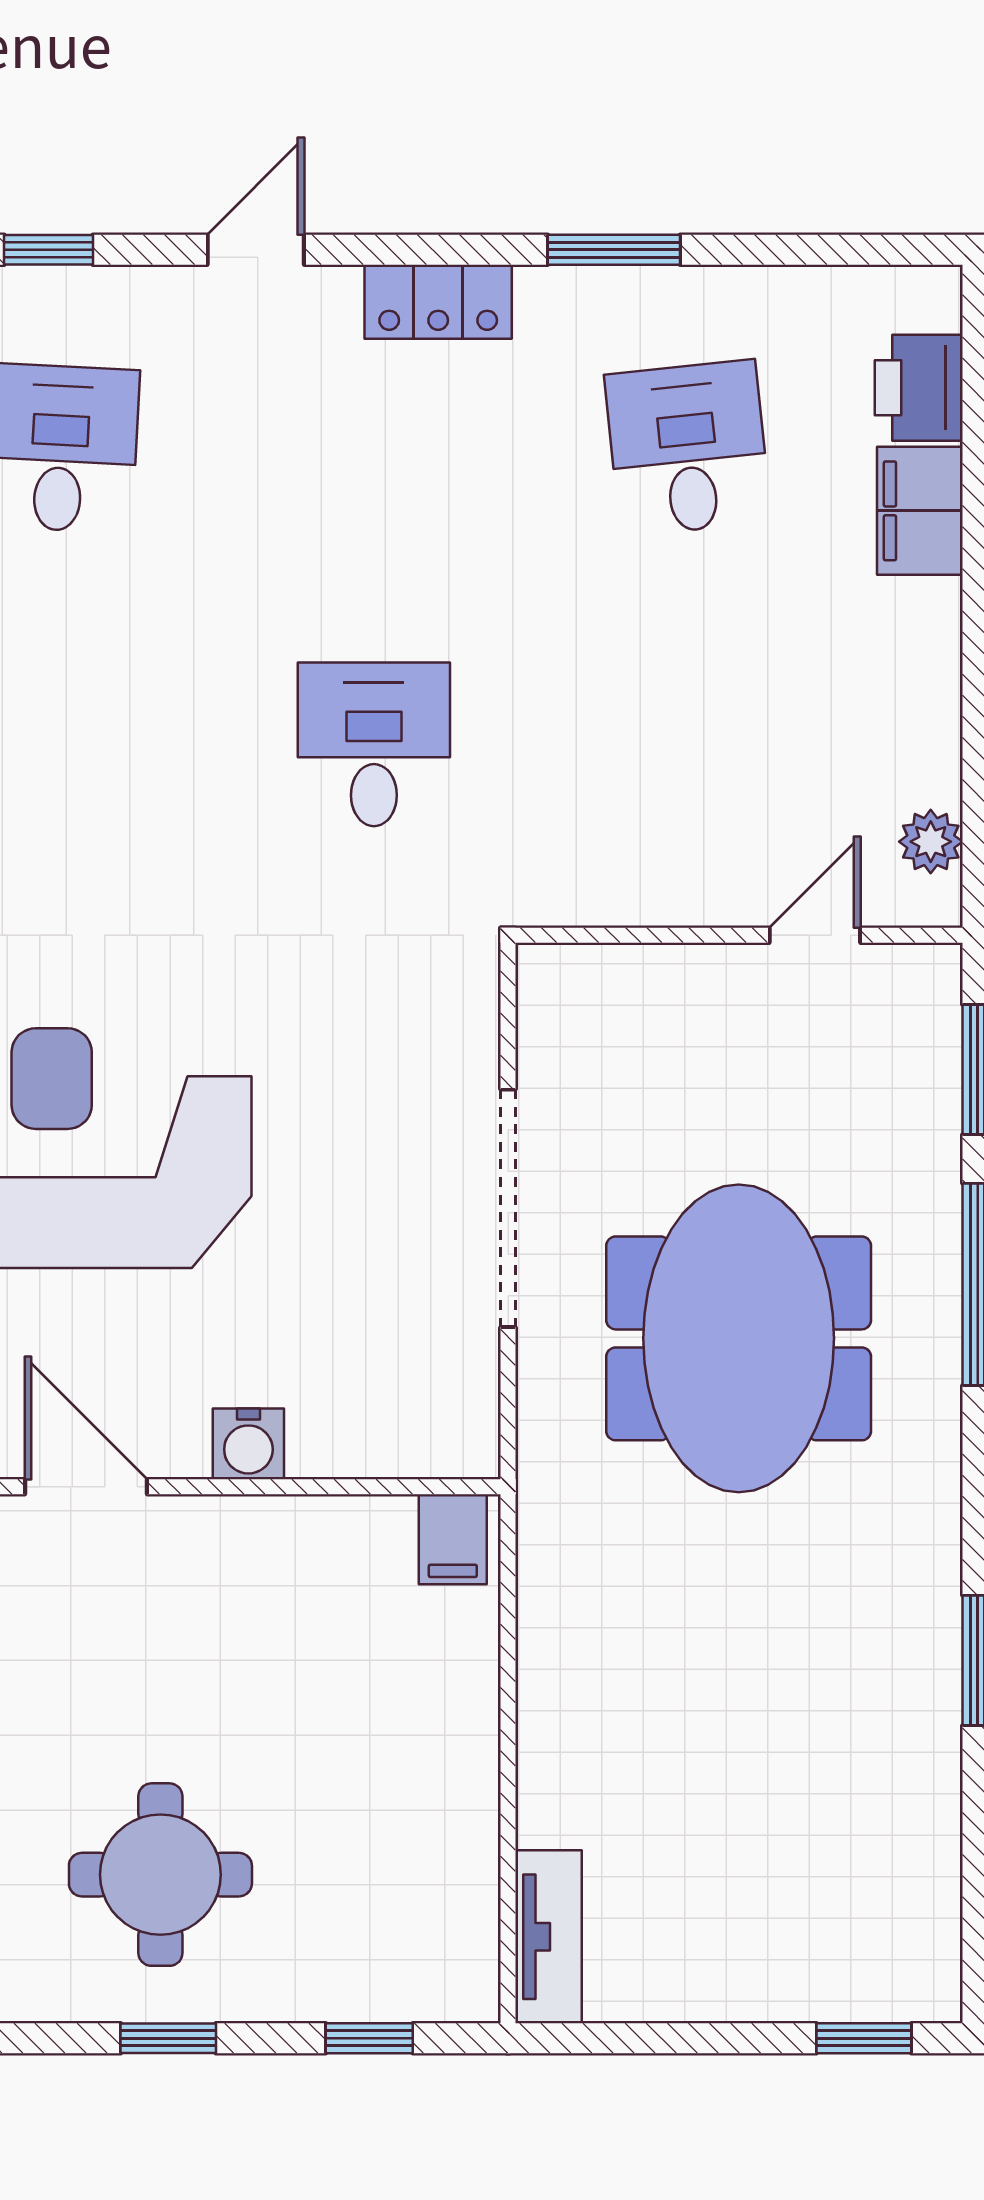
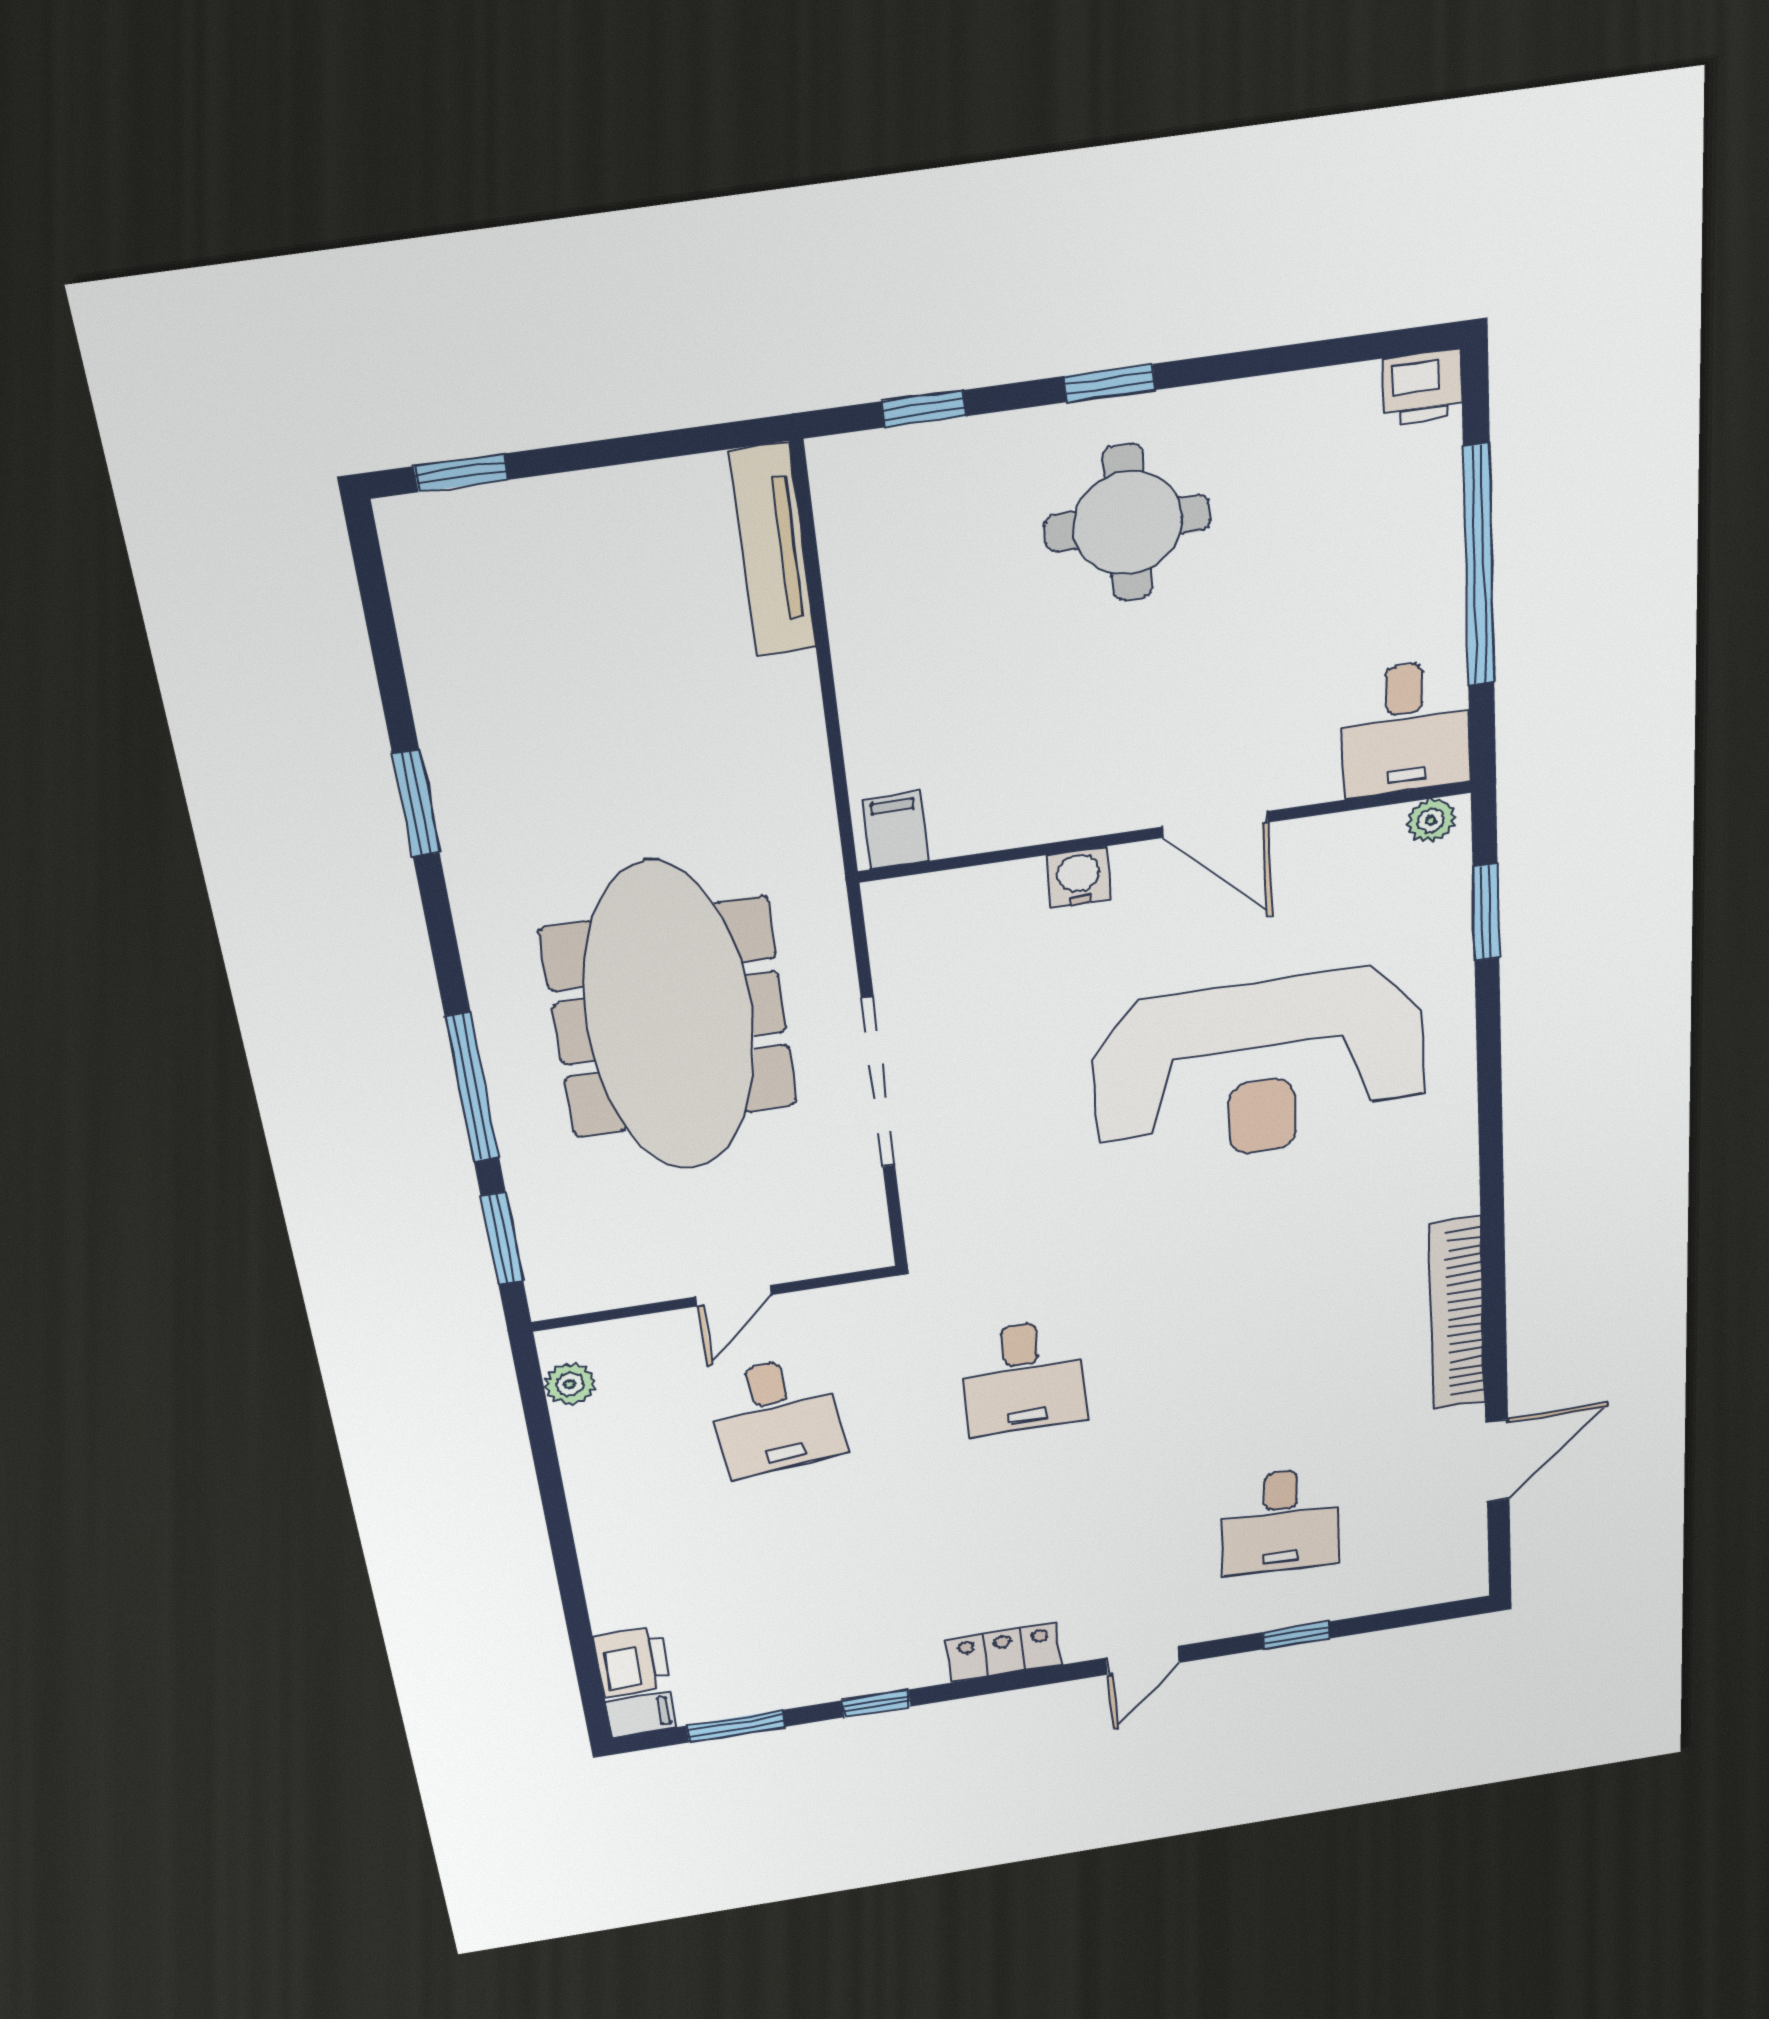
window: (614, 250) -> (876, 1703), width x0.67
window: (801, 250) -> (736, 1726), added
desk: (688, 448) -> (775, 1416), moved
filing cabinet: (920, 511) -> (641, 1714), moved, width x0.50
door: (815, 935) -> (733, 1296), moved
meeting table: (739, 1338) -> (670, 1018), width x1.36
tv unit: (549, 1937) -> (773, 550), width x1.41

